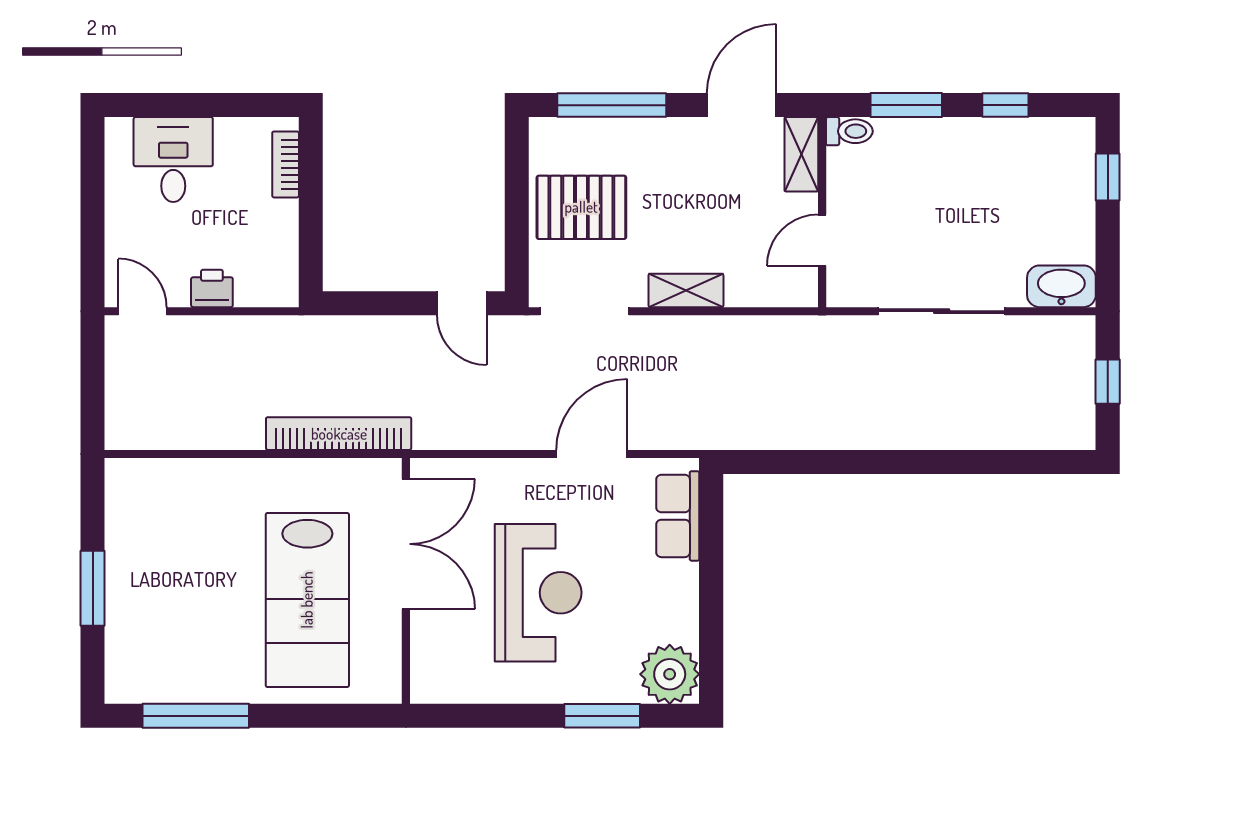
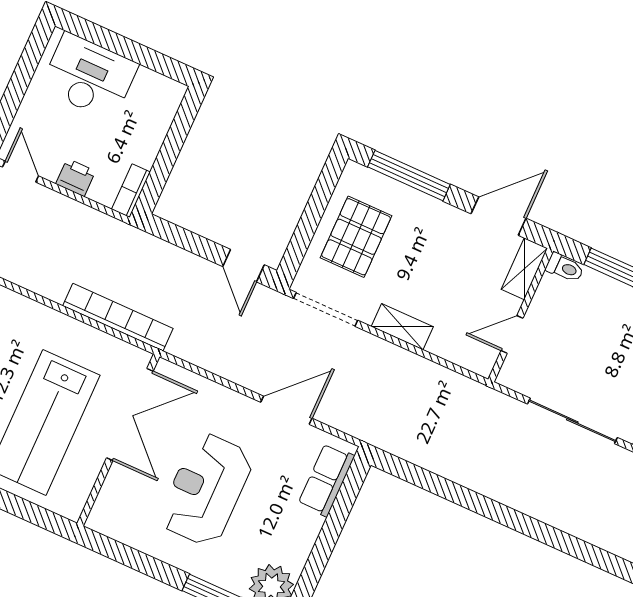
desk: (173, 160) -> (89, 76), width x1.37
bookcase: (286, 164) -> (131, 191), moved
pallet: (581, 207) -> (356, 237), turned 90
reception desk: (538, 593) -> (206, 489), turned 180

